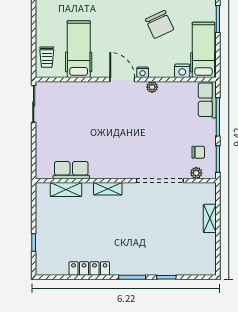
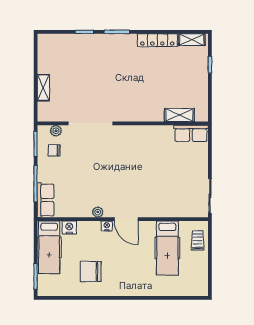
chair: (160, 24) -> (91, 271), turned -65
row of seats: (71, 170) -> (191, 133), moved
shelving: (108, 189) -> (192, 40), moved

